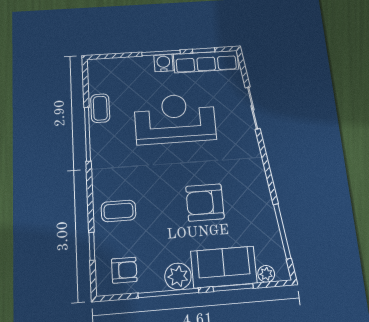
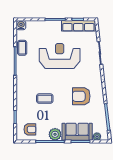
water cooler: (163, 63) -> (21, 25), moved
armchair: (205, 202) -> (81, 96), moved
coffee table: (119, 211) -> (45, 99), moved

